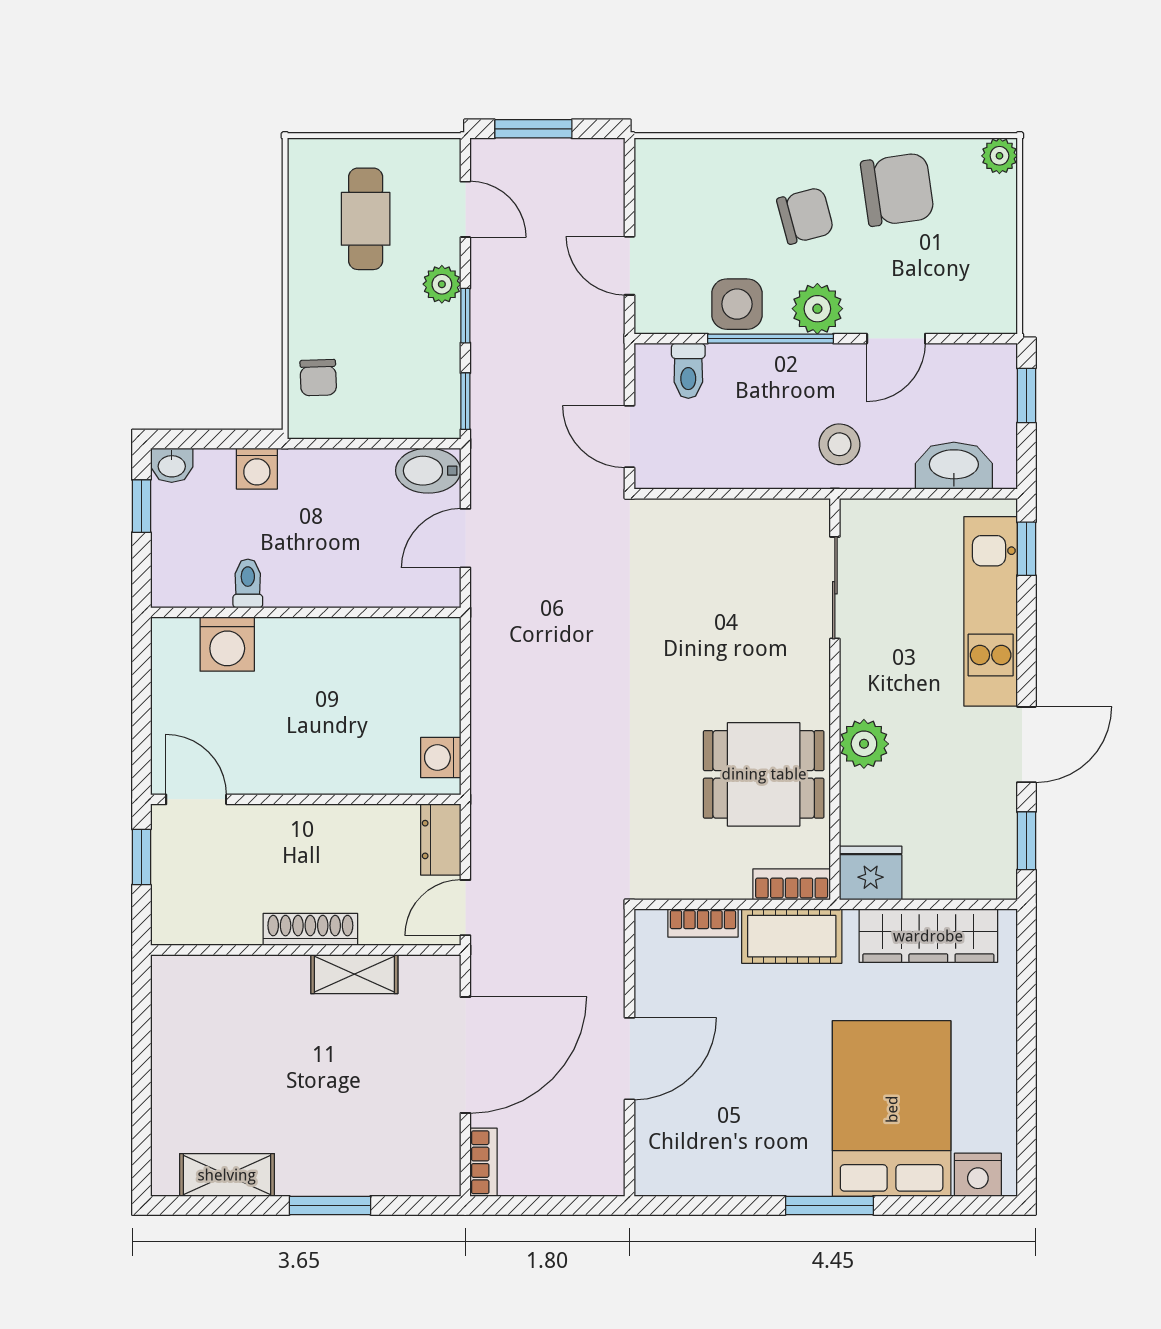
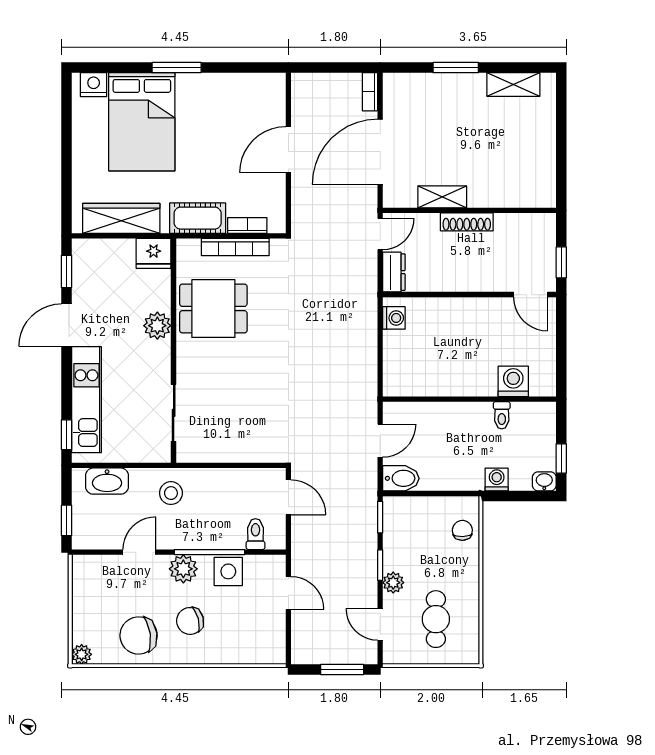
bookcase: (792, 884) -> (235, 247), moved, width x1.56

